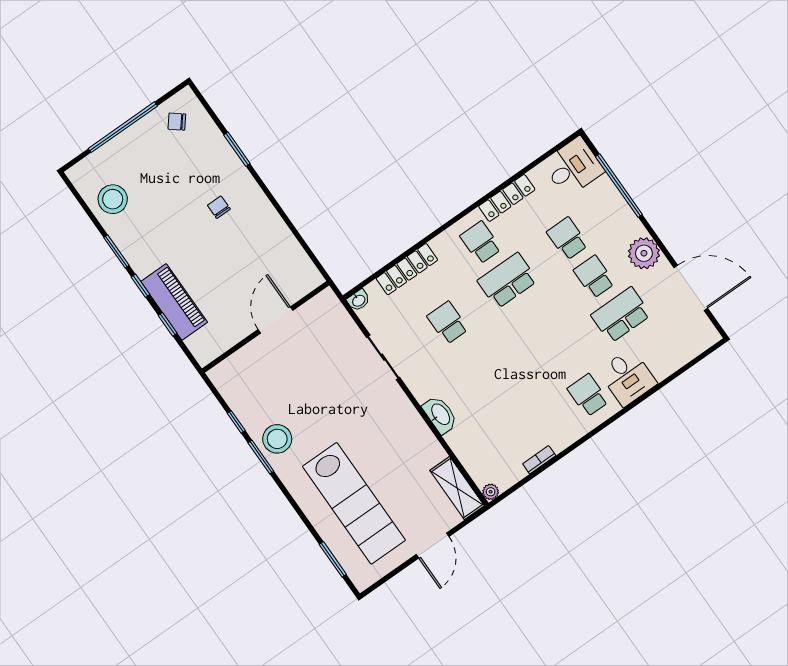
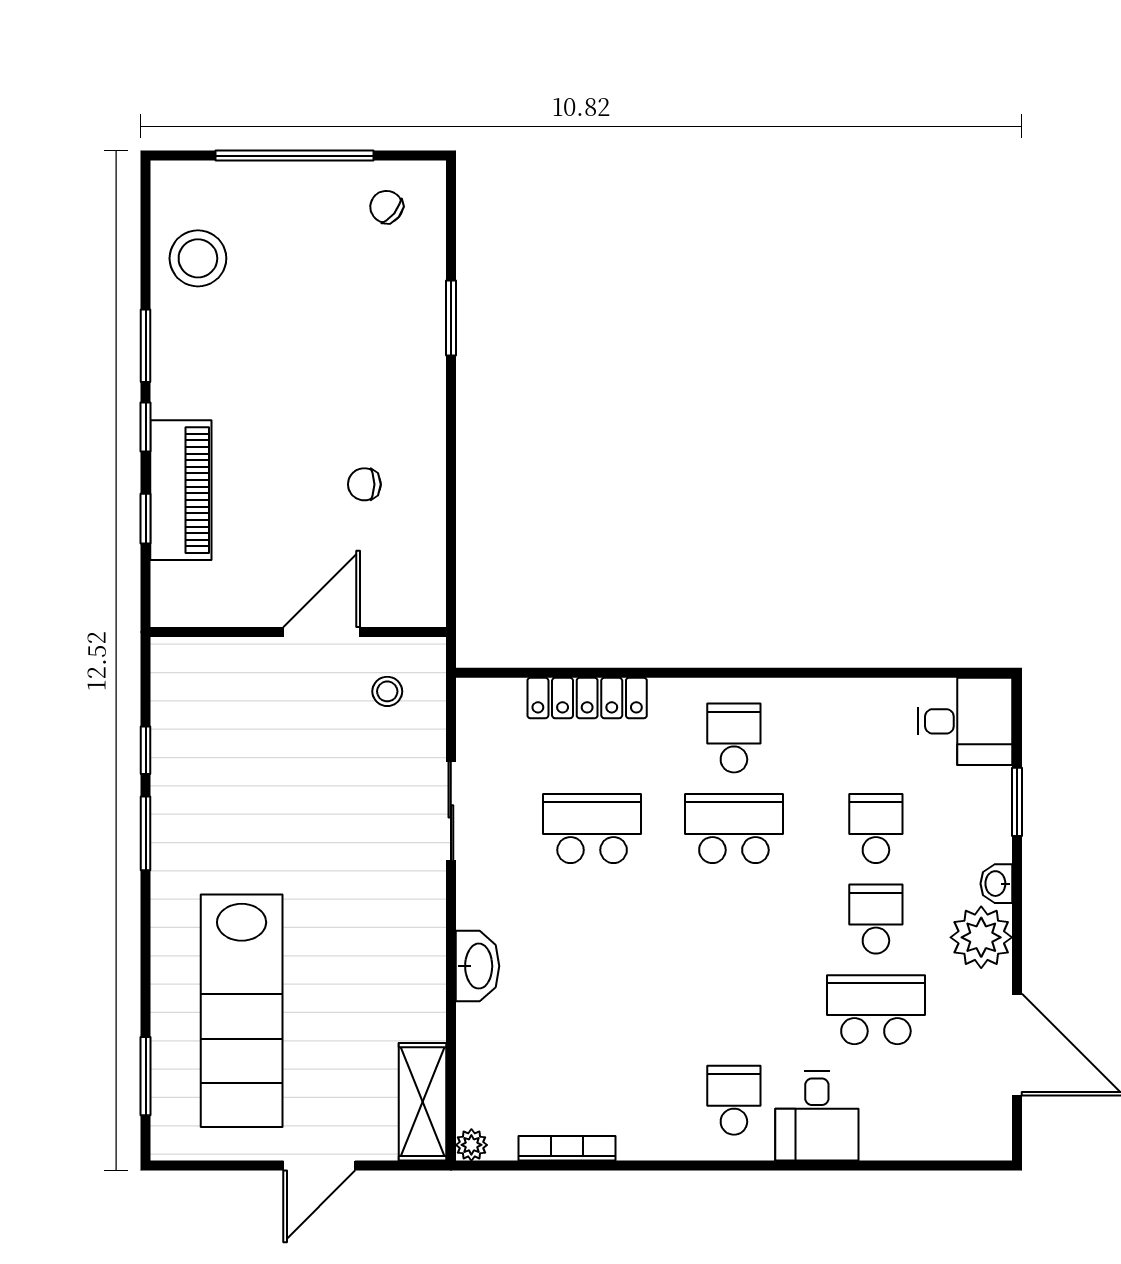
window: (619, 186) -> (1017, 802), width x0.47
locker: (507, 198) -> (825, 696), removed
chair: (219, 207) -> (364, 484), moved, turned -90
washbasin: (358, 300) -> (996, 884), moved, turned 90
school desk: (448, 323) -> (592, 829), width x1.85
stool: (277, 439) -> (387, 691), moved, width x0.53, depth x0.53
bookcase: (539, 460) -> (567, 1148), width x1.56

